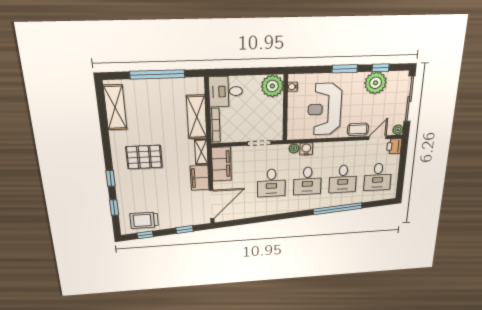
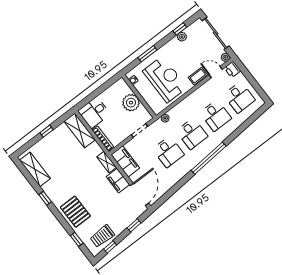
window: (345, 69) -> (147, 54), moved
window: (157, 74) -> (46, 131), width x0.32
plant: (376, 83) -> (182, 37), width x0.53, depth x0.53
plant: (272, 86) -> (131, 103), moved
reception desk: (325, 109) -> (165, 79), turned 180
shelving: (197, 117) -> (80, 131), moved
door: (377, 138) -> (216, 72), hinge flipped
water cooler: (306, 149) -> (174, 113), removed
pallet: (144, 157) -> (75, 212), moved, turned 90
window: (111, 178) -> (45, 198), moved
window: (338, 209) -> (209, 158), moved

